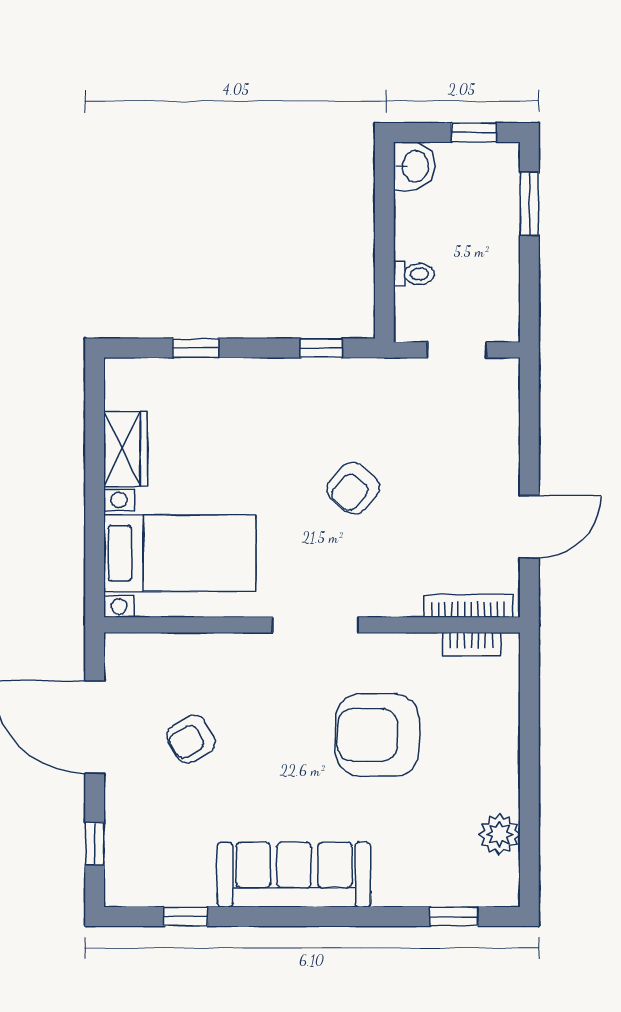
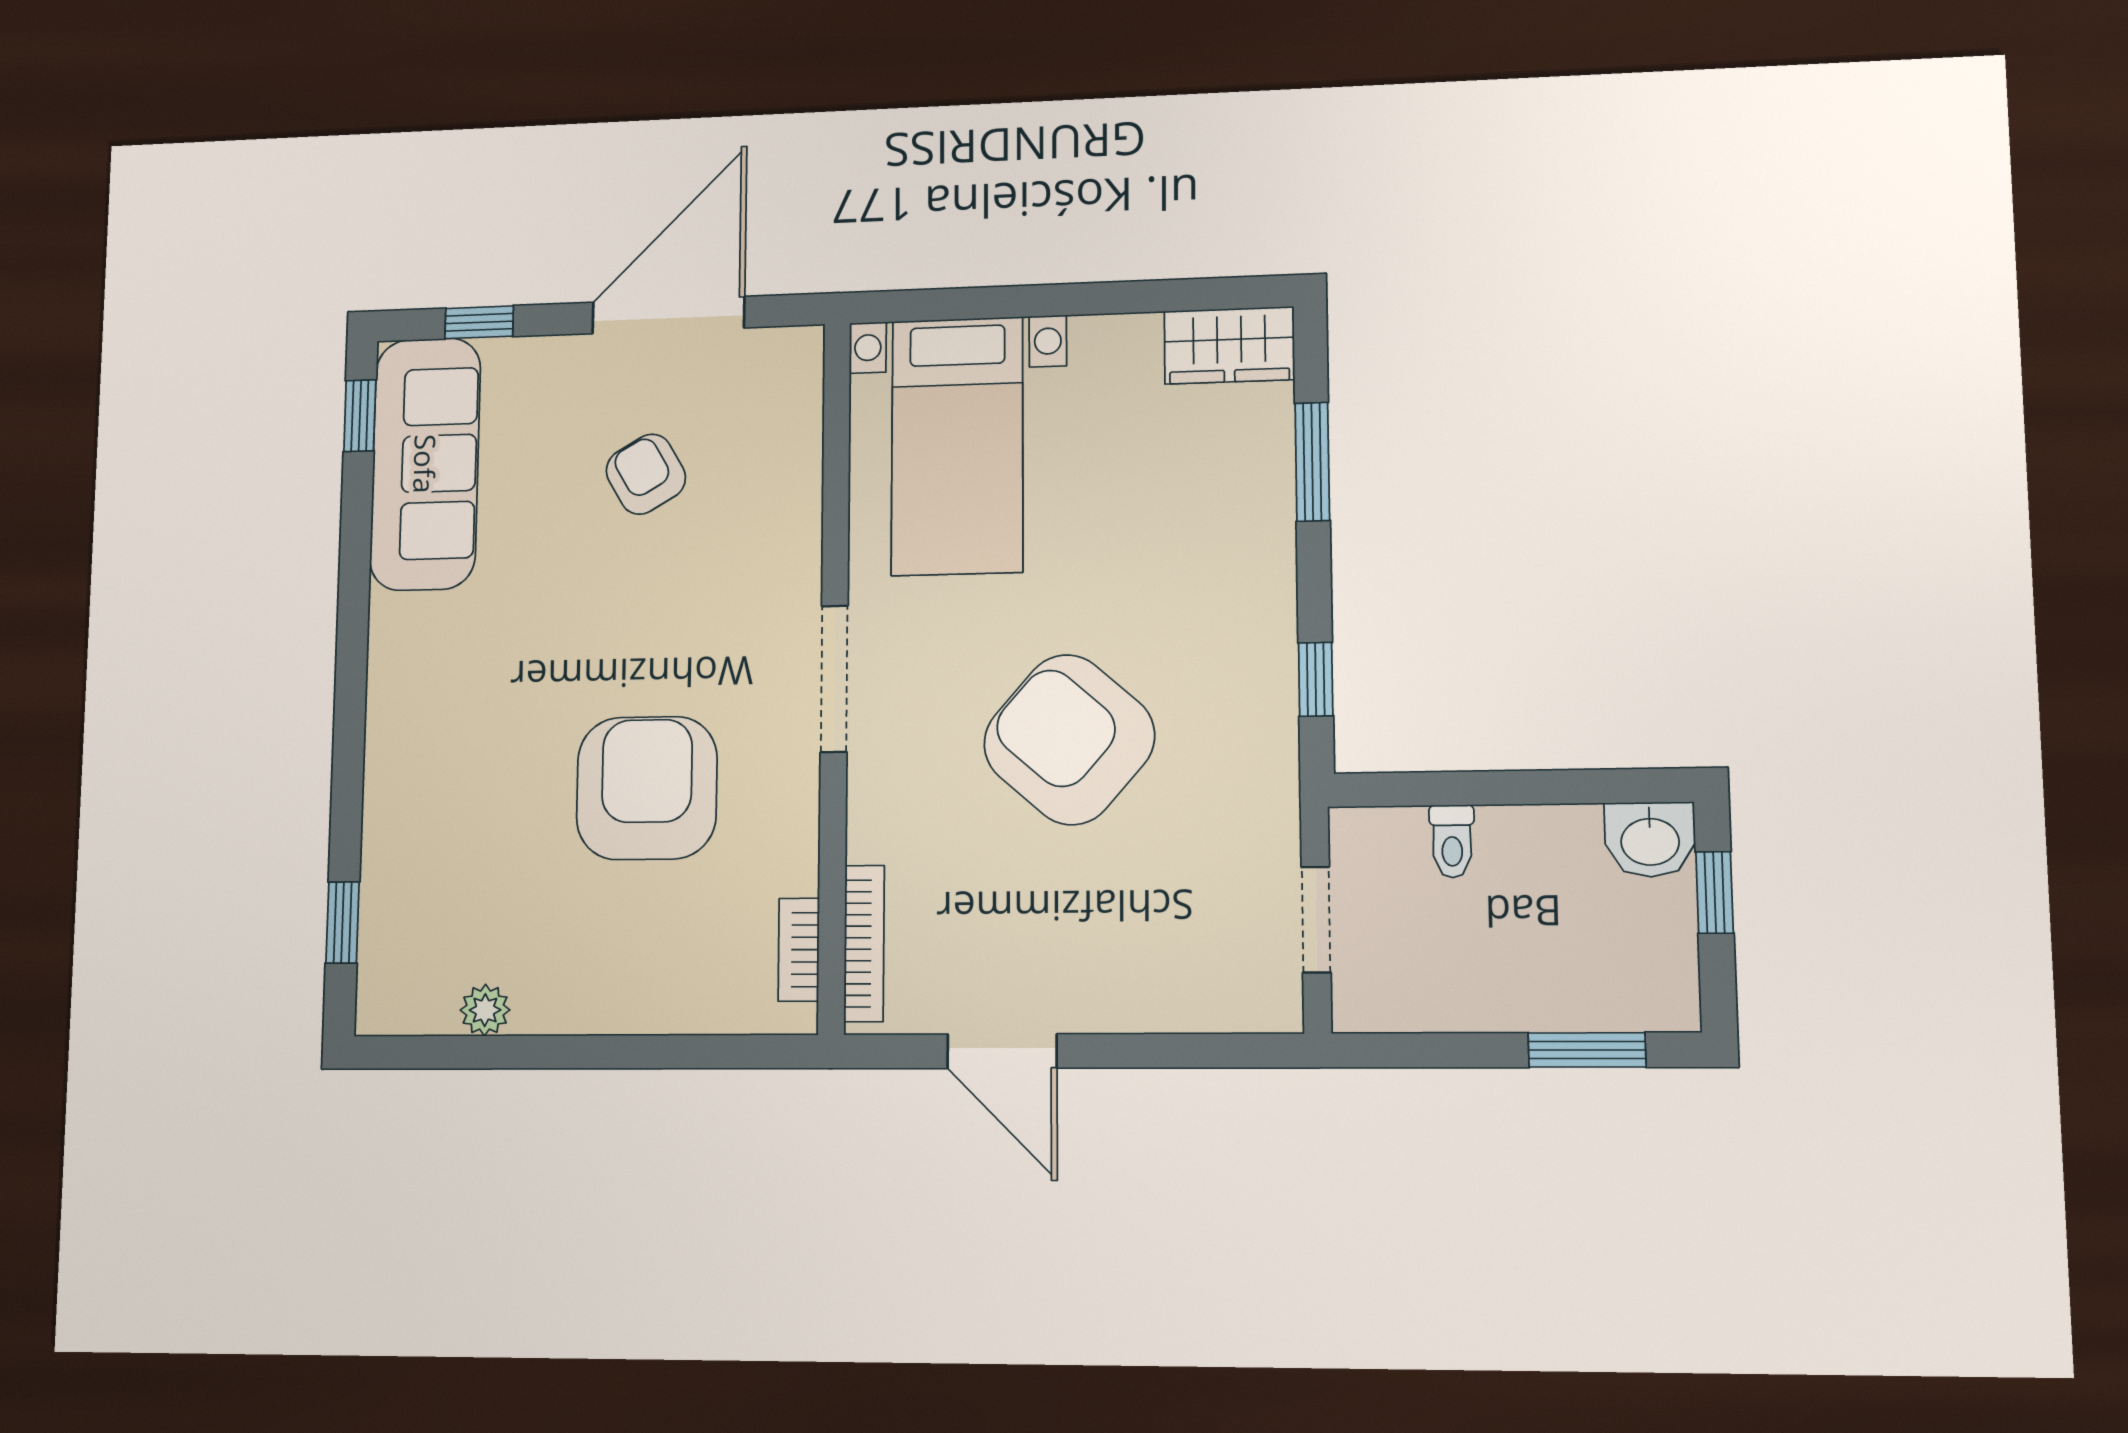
window: (474, 133) -> (1715, 893), moved
window: (196, 348) -> (1312, 462), width x1.50
wardrobe: (126, 449) -> (1229, 345), moved
armchair: (353, 488) -> (1069, 740), width x1.88, depth x1.88
plant: (500, 834) -> (485, 1010), width x0.73, depth x0.73
sofa: (294, 875) -> (425, 464), moved
window: (186, 916) -> (360, 416), moved

